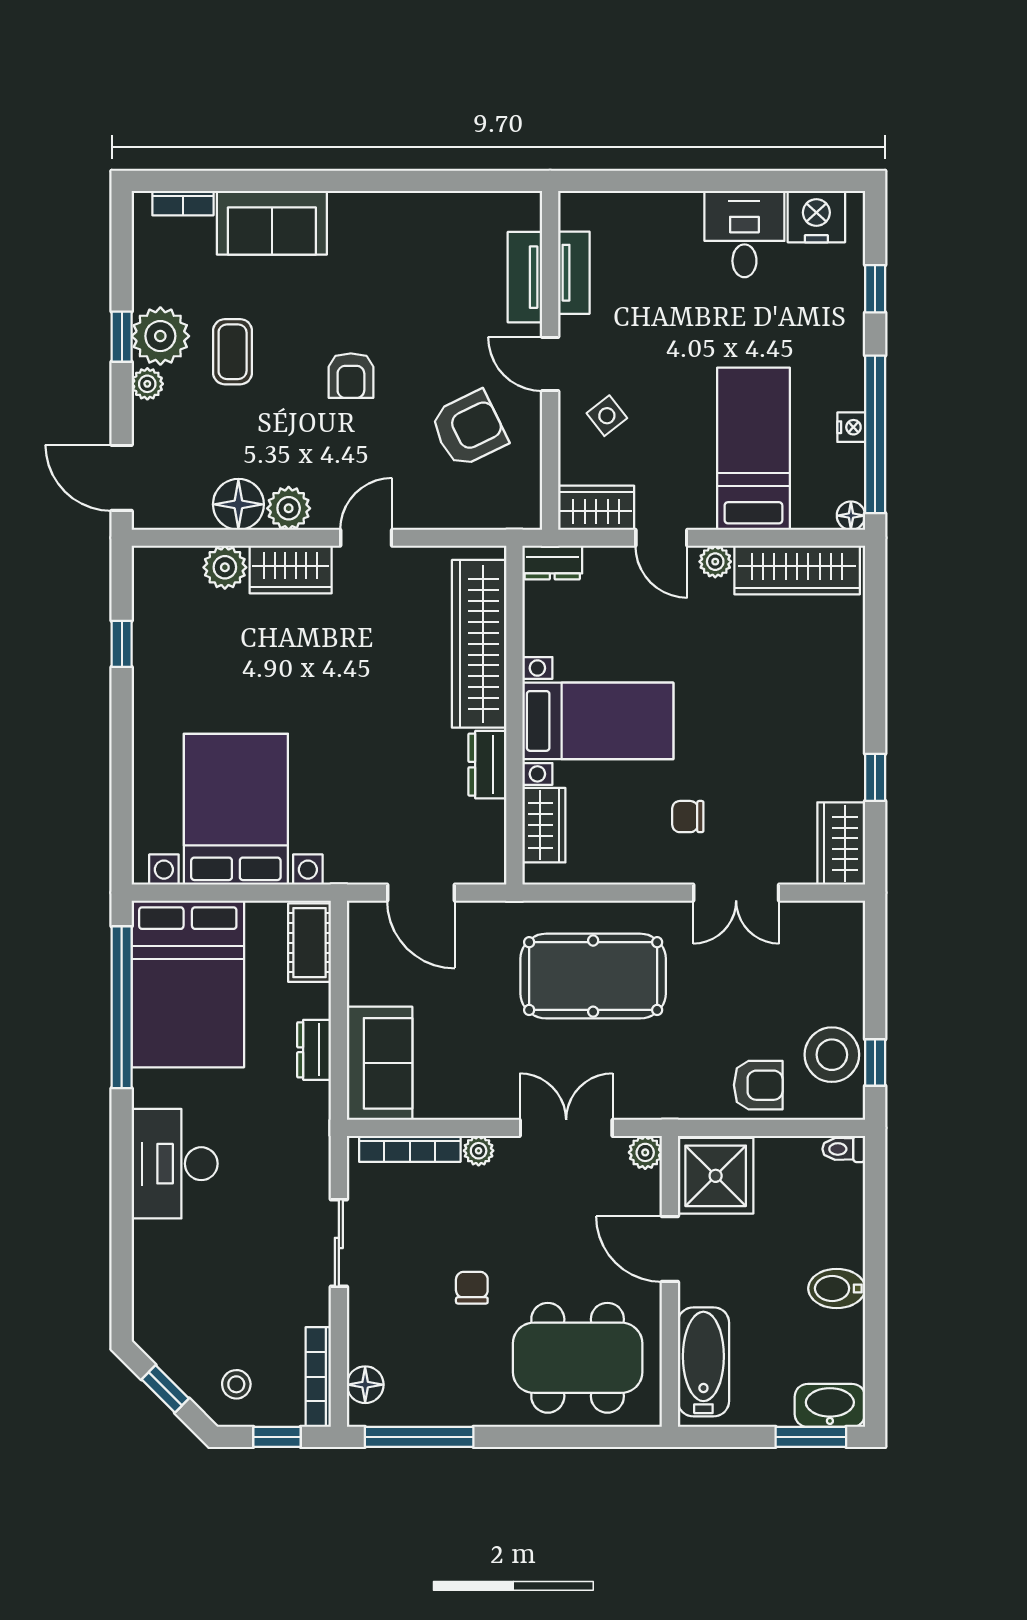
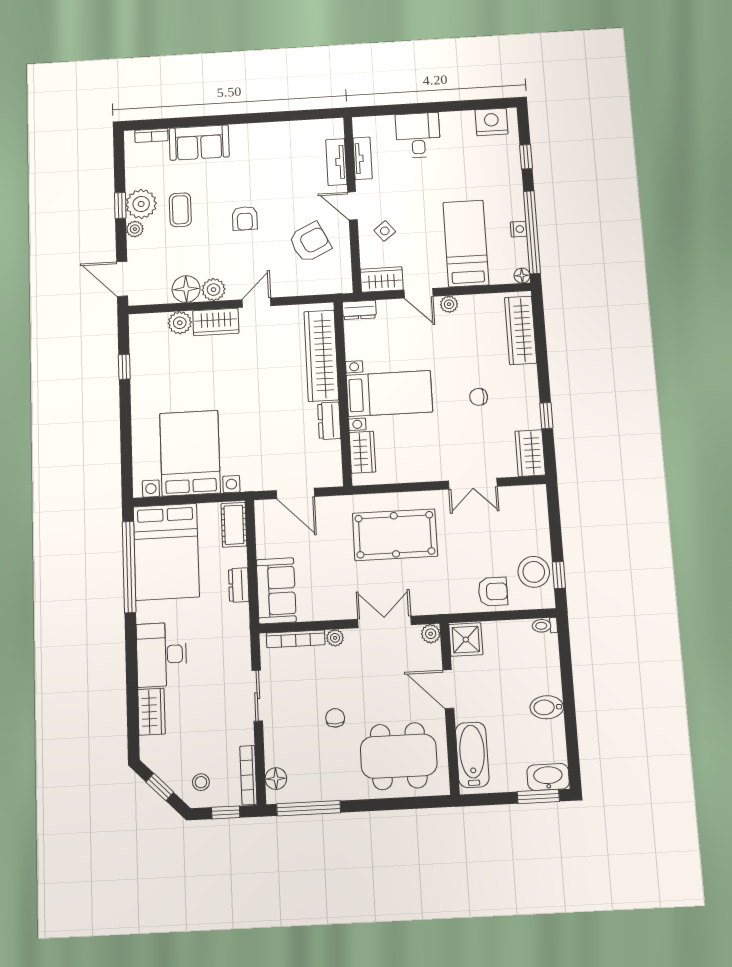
desk: (744, 234) -> (418, 135), moved
wardrobe: (797, 570) -> (521, 330), moved, turned 90
chair: (688, 817) -> (479, 397), moved
shower: (716, 1176) -> (466, 640), width x0.73, depth x0.73
wardrobe: (154, 1261) -> (151, 712), added

